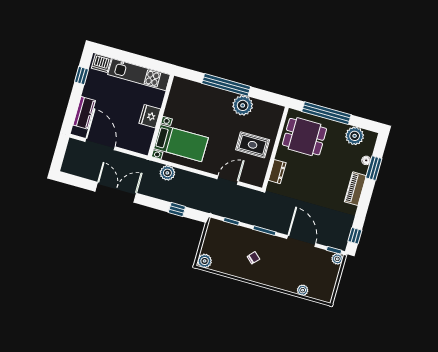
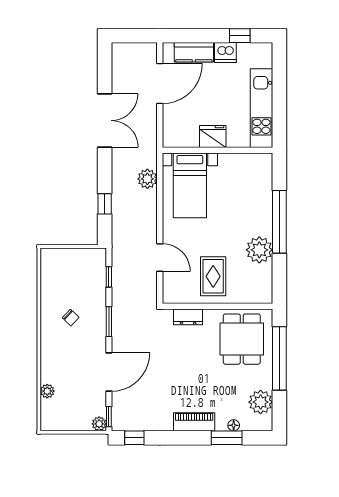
dishwasher: (101, 63) -> (225, 53), moved, turned -90
plant: (205, 261) -> (49, 257), removed

